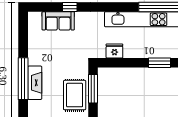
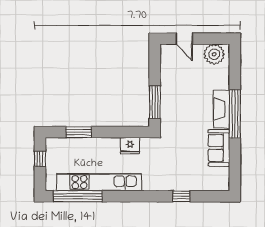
sofa: (58, 21) -> (219, 148), moved, turned -90
rug: (75, 95) -> (176, 95), removed

